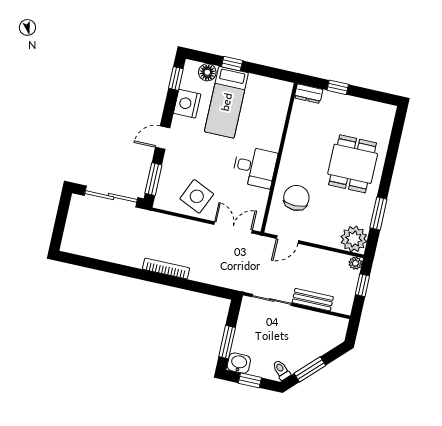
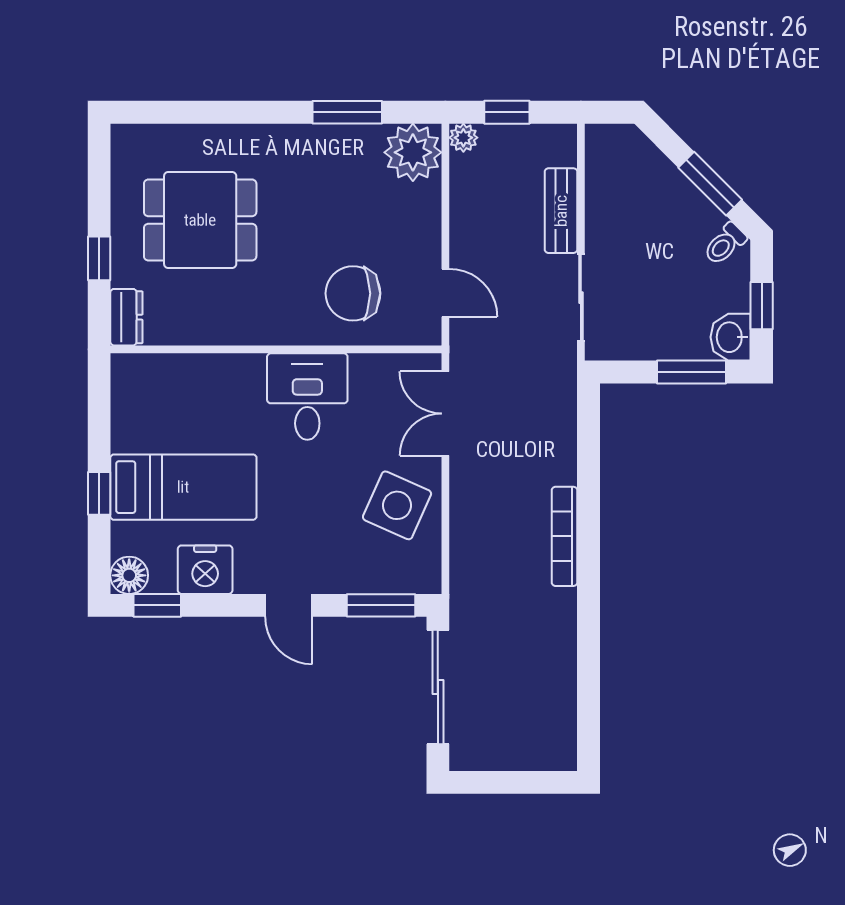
floor lamp: (207, 72) -> (129, 575), moved
dining table: (353, 164) -> (200, 220), moved

